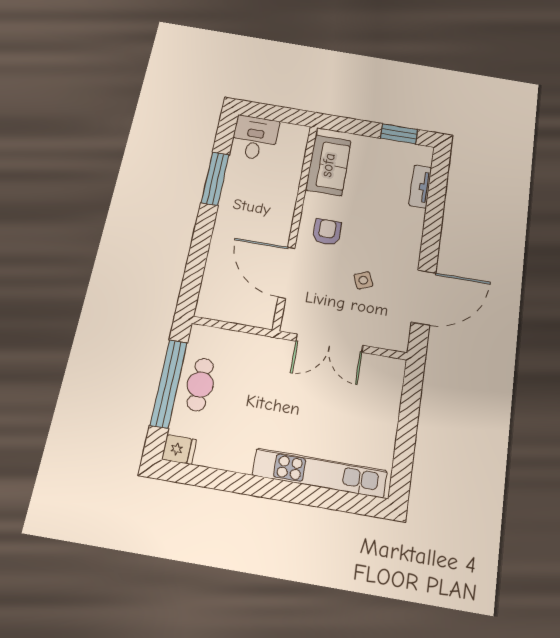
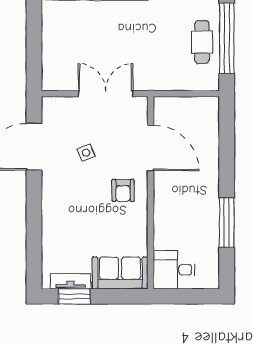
desk: (255, 138) -> (174, 270), moved, turned 90
sofa: (328, 165) -> (120, 273), moved, turned 90
tv unit: (420, 186) -> (71, 281), moved, turned -90

